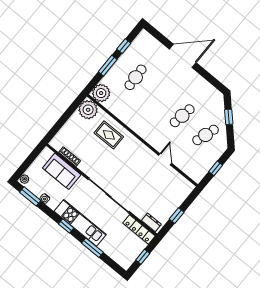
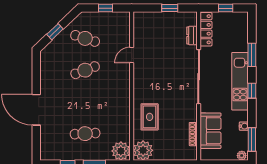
cafe table: (182, 116) -> (85, 70), turned -30
dresser: (151, 222) -> (192, 36), moved

